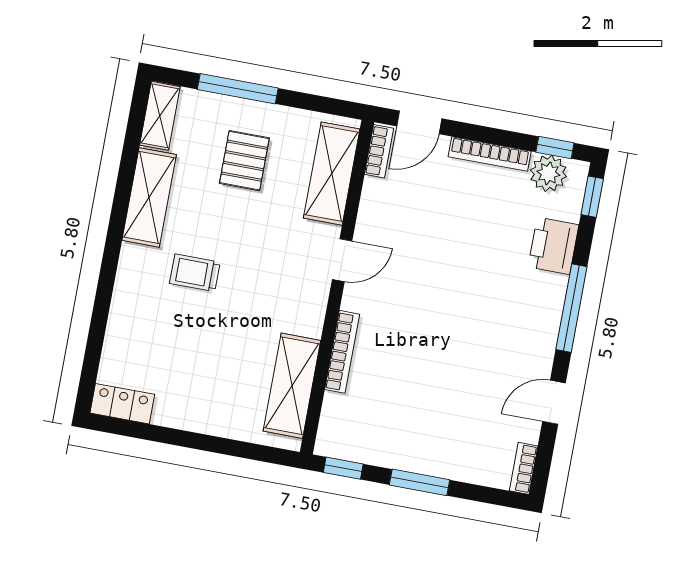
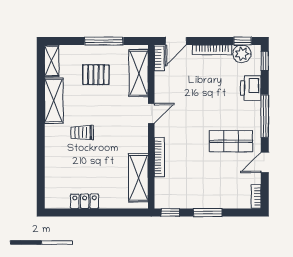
window: (238, 89) -> (104, 41), moved
pallet: (244, 161) -> (96, 75), turned 90
shop shelf: (494, 347) -> (231, 141), added
locker: (122, 404) -> (85, 201), moved

